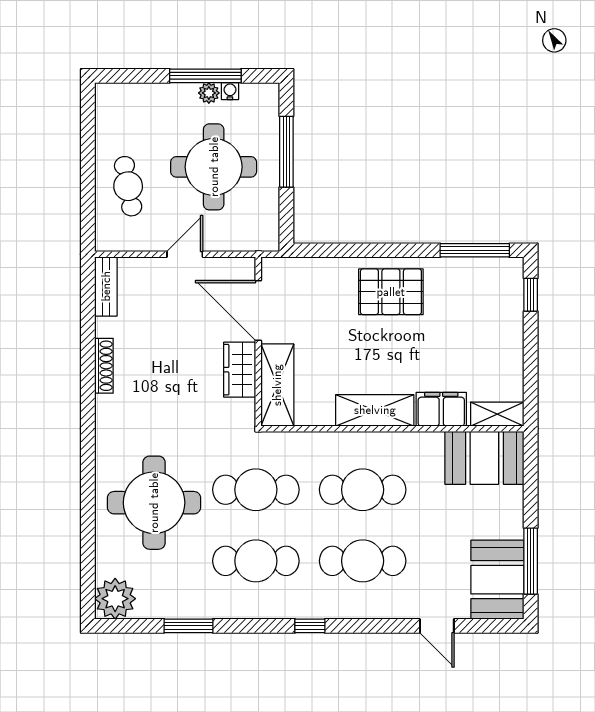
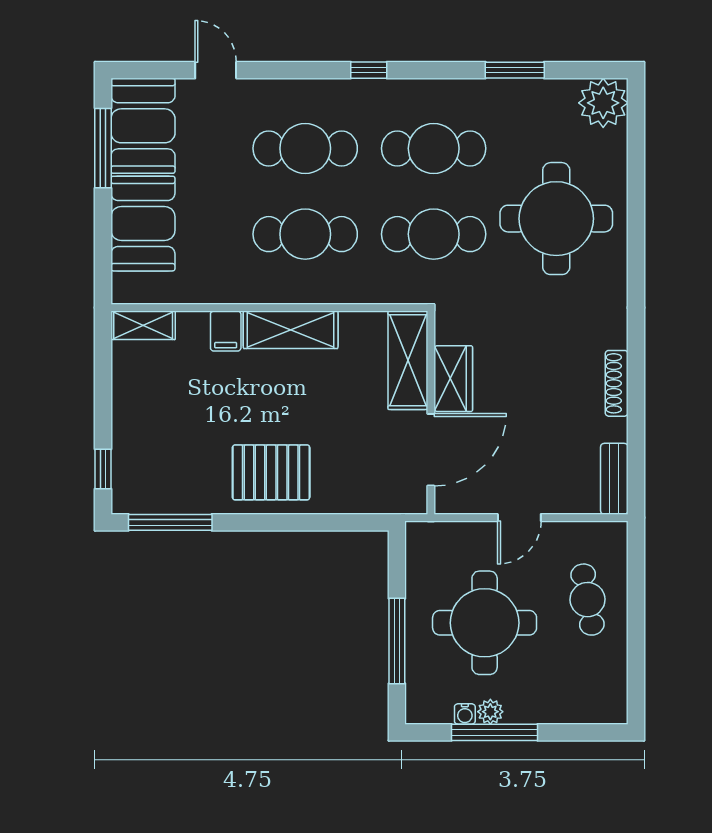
door: (258, 311) -> (431, 450), hinge flipped
filing cabinet: (441, 409) -> (226, 331), width x0.50
booth: (484, 458) -> (143, 224), moved, turned 90

